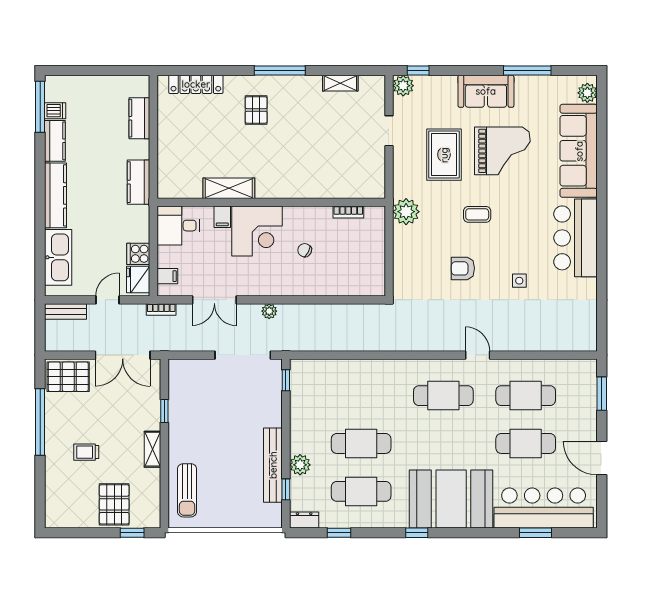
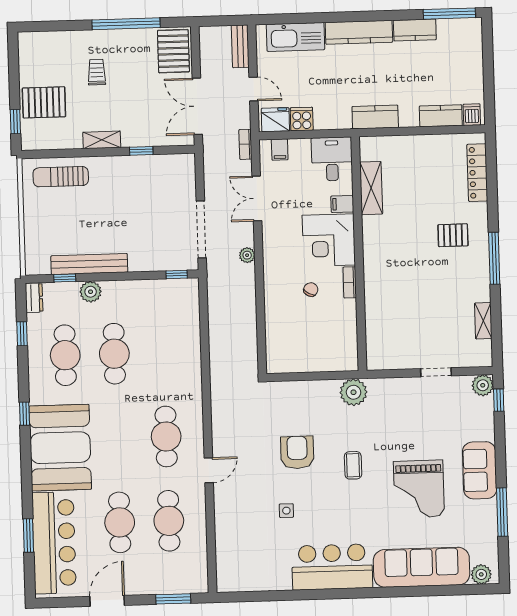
dishwasher: (55, 111) -> (472, 115), moved, turned 180
rug: (444, 155) -> (413, 429), removed
shelving: (229, 188) -> (371, 188), moved
bookcase: (348, 212) -> (350, 282), moved
armchair: (463, 268) -> (297, 452), width x1.38, depth x1.38

